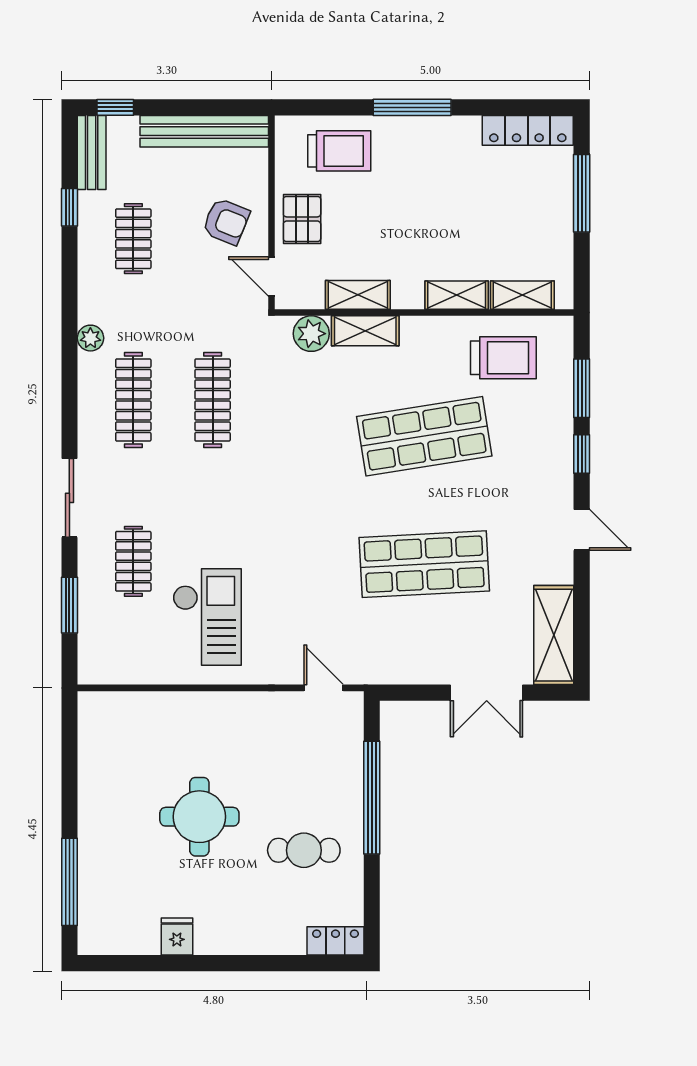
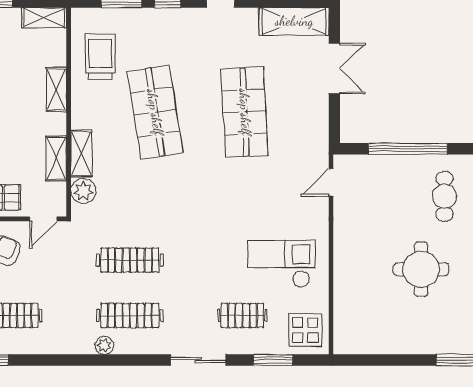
shelving: (522, 295) -> (44, 18), moved, turned 90
plant: (90, 338) -> (104, 345), moved
display table: (112, 651) -> (305, 330), added

